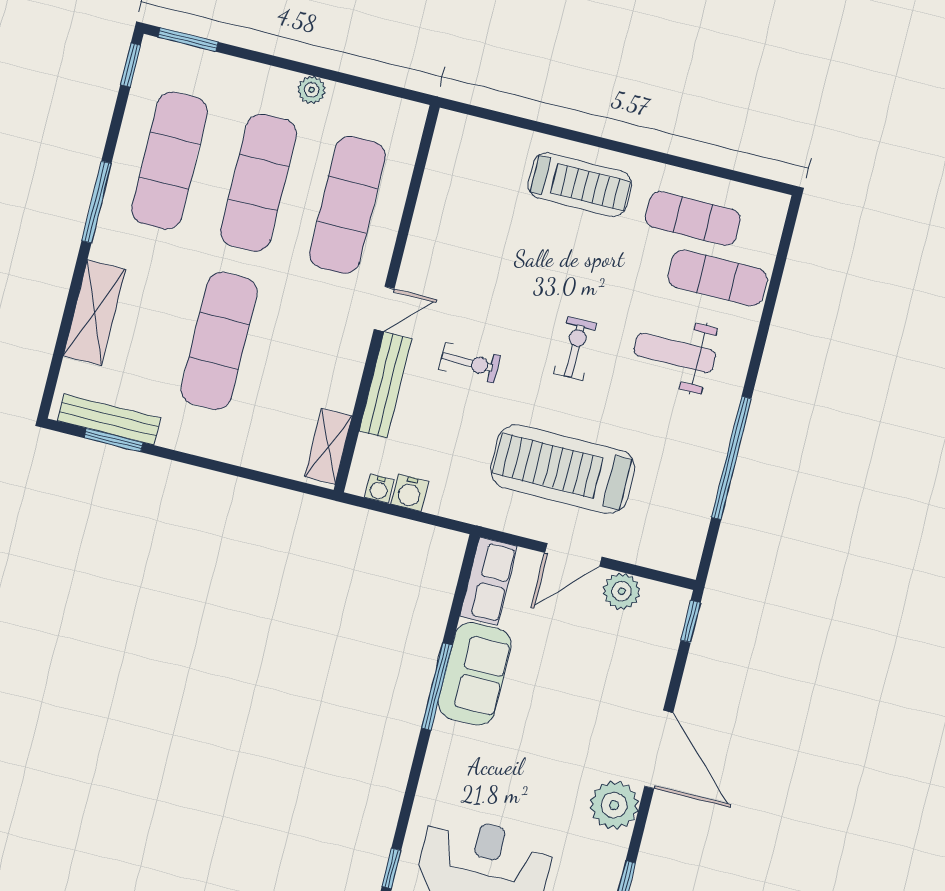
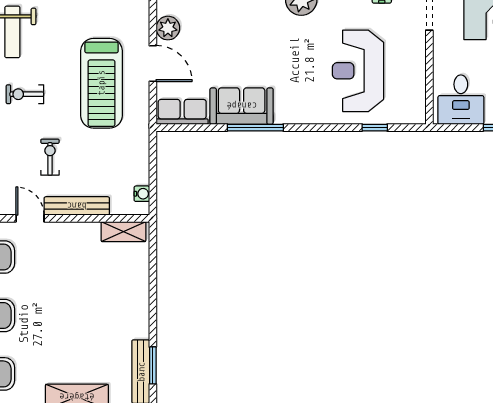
exercise mat: (219, 341) -> (75, 315), removed
water cooler: (410, 493) -> (140, 174), removed

